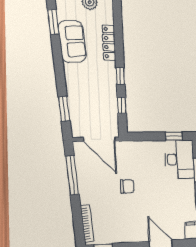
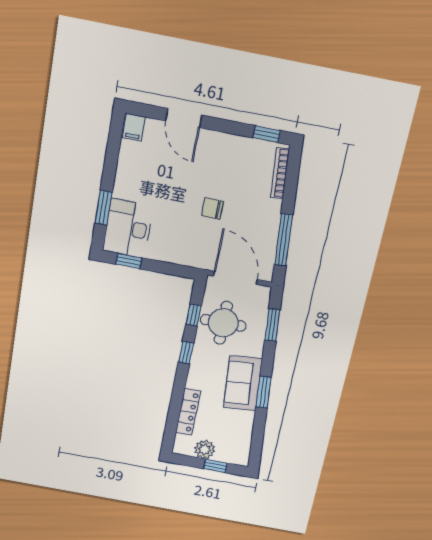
window: (53, 22) -> (263, 392), moved
sofa: (72, 41) -> (243, 383), moved
locker: (109, 43) -> (188, 412), moved
round table: (100, 104) -> (223, 323), added

